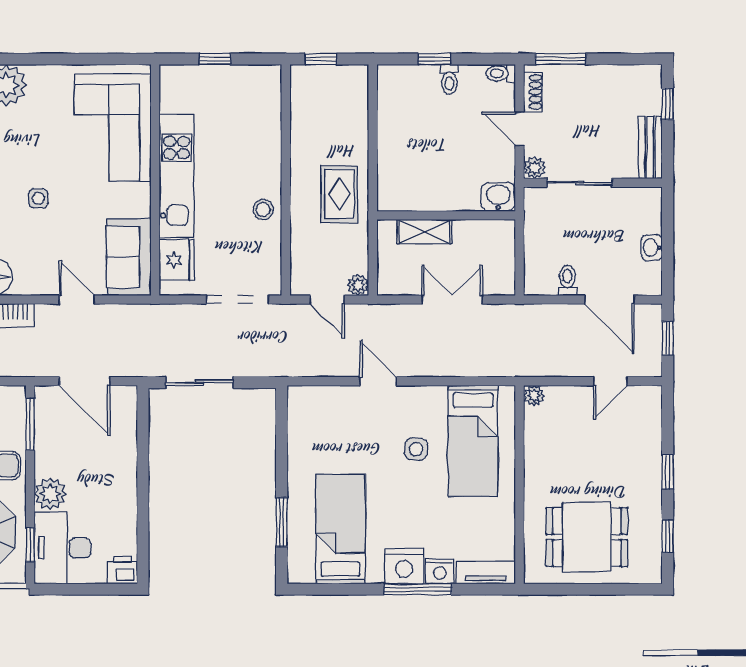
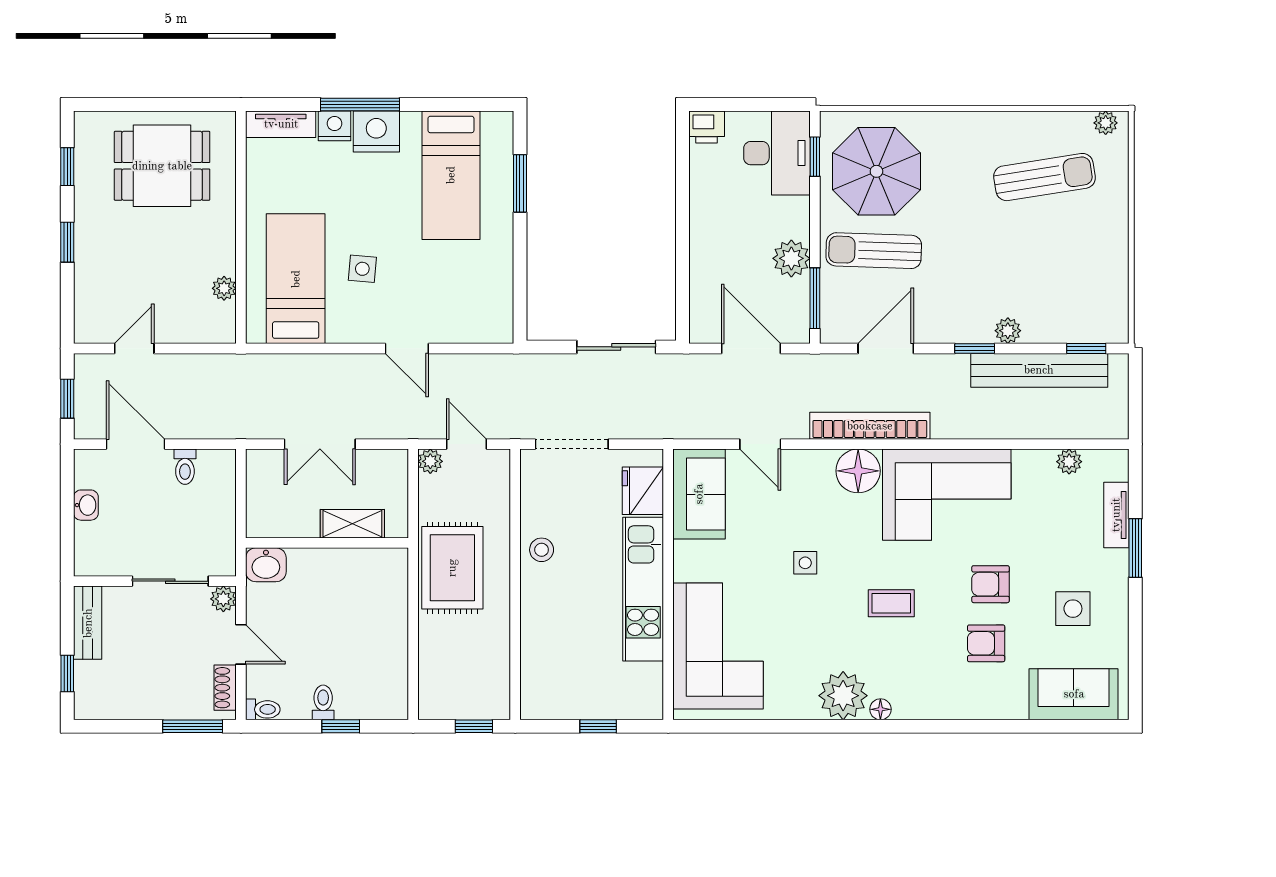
rug: (339, 194) -> (452, 568), width x1.36, depth x1.43
plant: (534, 396) -> (224, 288), moved
plant: (50, 494) -> (791, 258), moved

